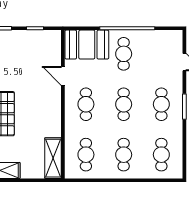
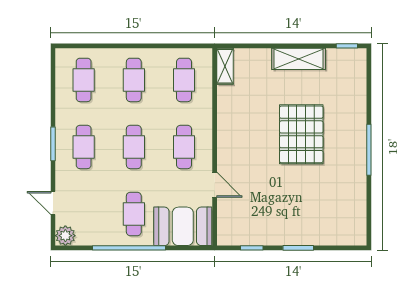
plant: (175, 38) -> (65, 236), added
shelving: (53, 158) -> (225, 66), width x0.67, depth x0.75

